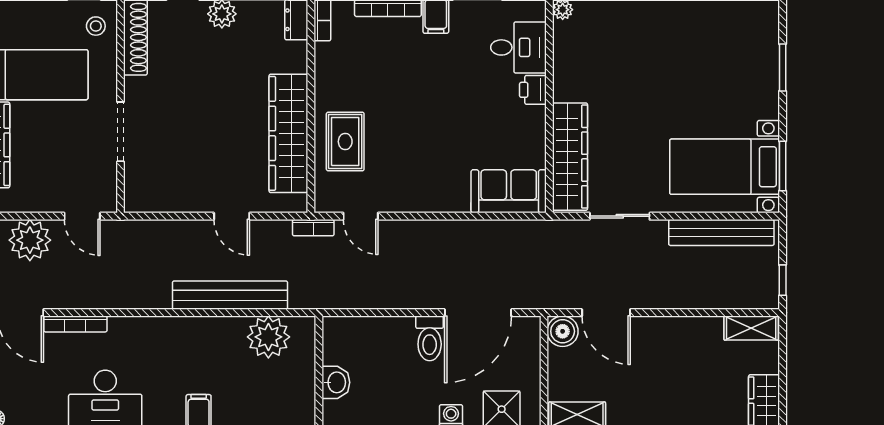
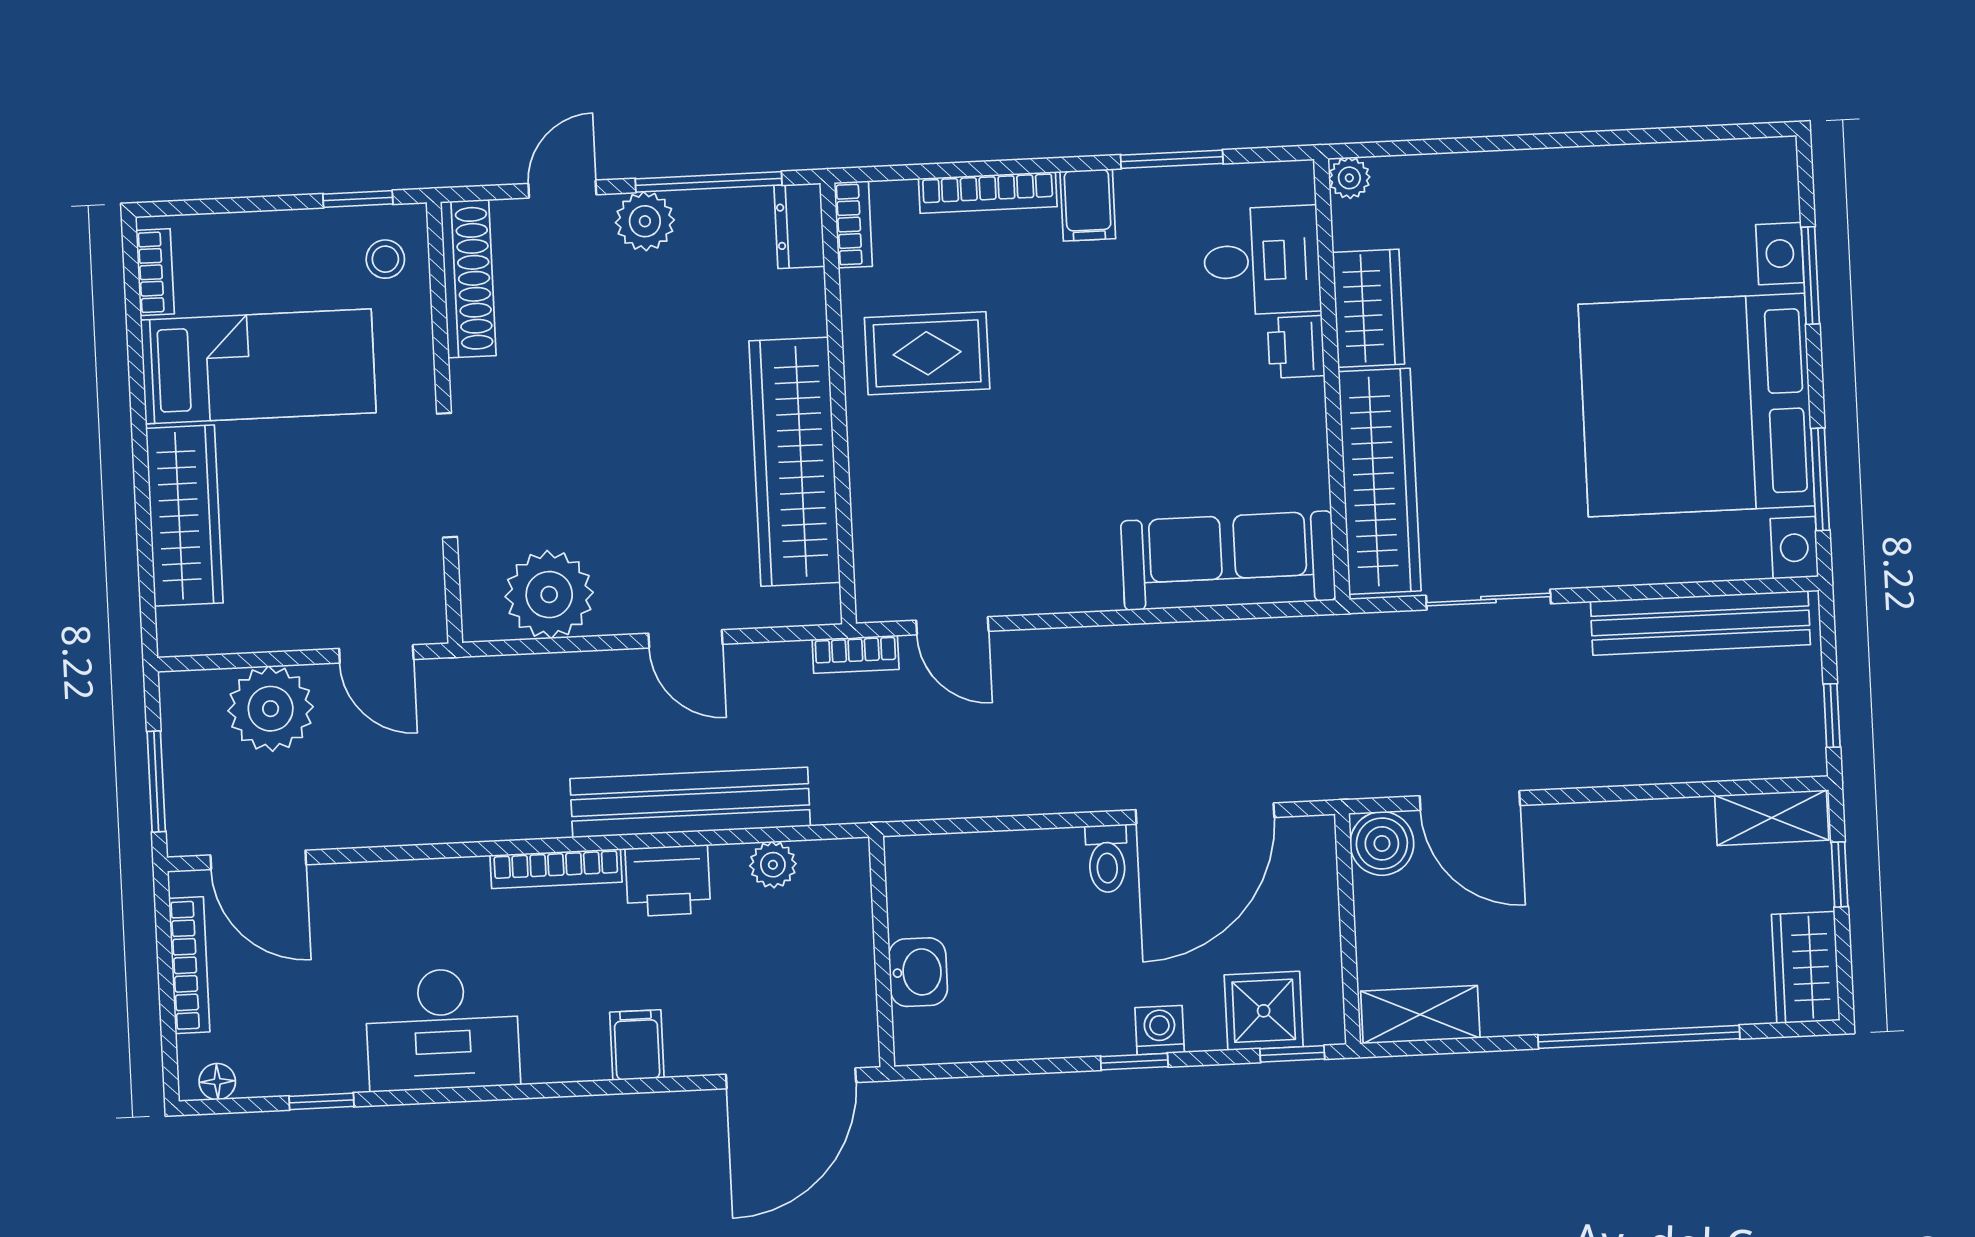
wardrobe: (569, 73) -> (1368, 308), added
rug: (345, 142) -> (927, 353), moved, turned 90
bed with nightstands: (725, 167) -> (1696, 405), width x1.85
sofa: (509, 191) -> (1228, 561), width x1.36
plant: (167, 192) -> (549, 595), added
bookcase: (75, 324) -> (556, 869), moved
printer: (217, 332) -> (668, 881), added
plant: (268, 337) -> (773, 865), width x0.53, depth x0.53
toilet: (430, 338) -> (1107, 859), width x0.73, depth x0.72
window: (783, 357) -> (1840, 874), added

